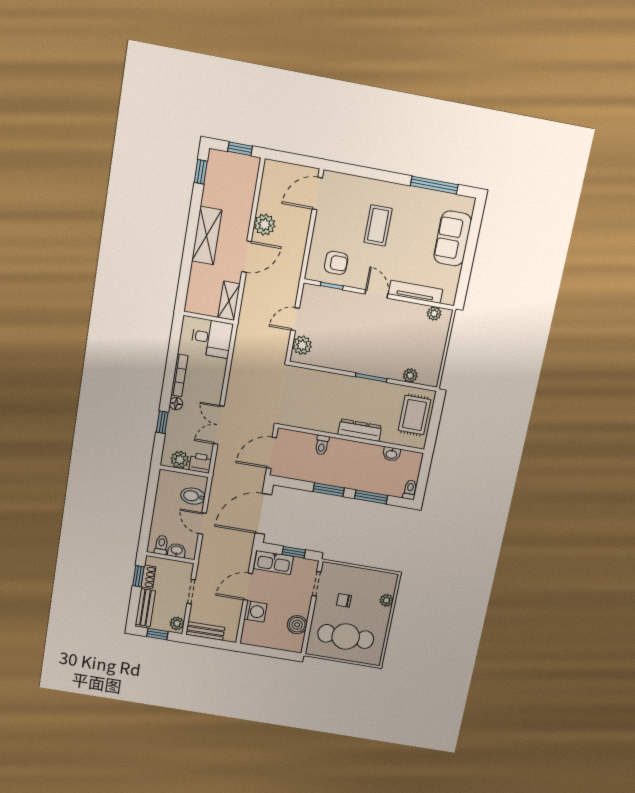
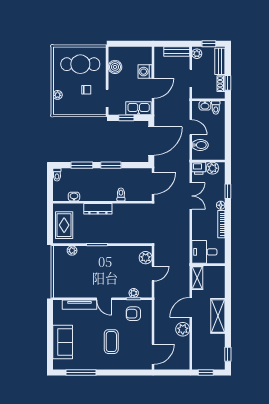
plant: (434, 313) -> (134, 293), moved

